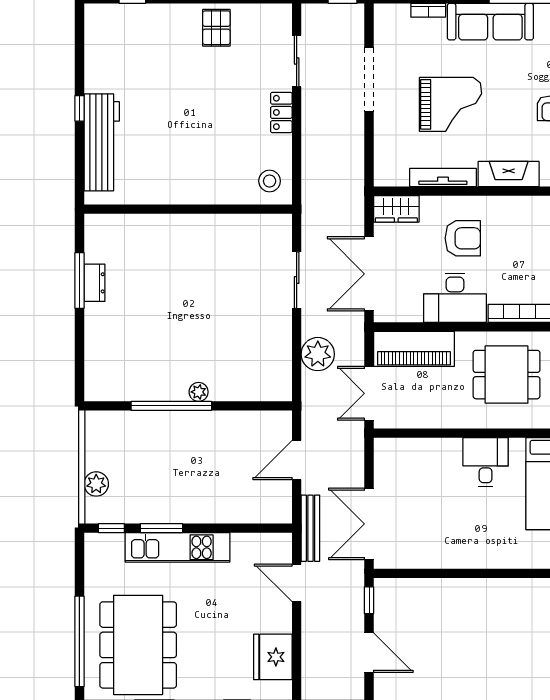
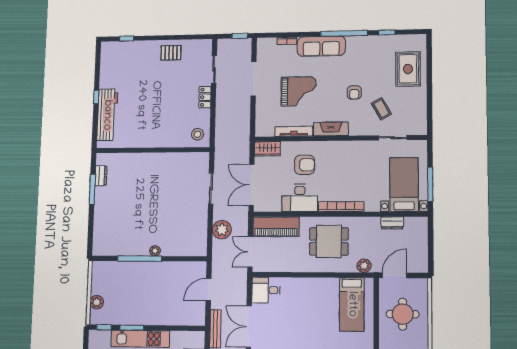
pallet: (216, 28) -> (171, 53), turned 90
dresser: (95, 283) -> (101, 176), moved
desk: (486, 462) -> (266, 290), moved, turned -90

